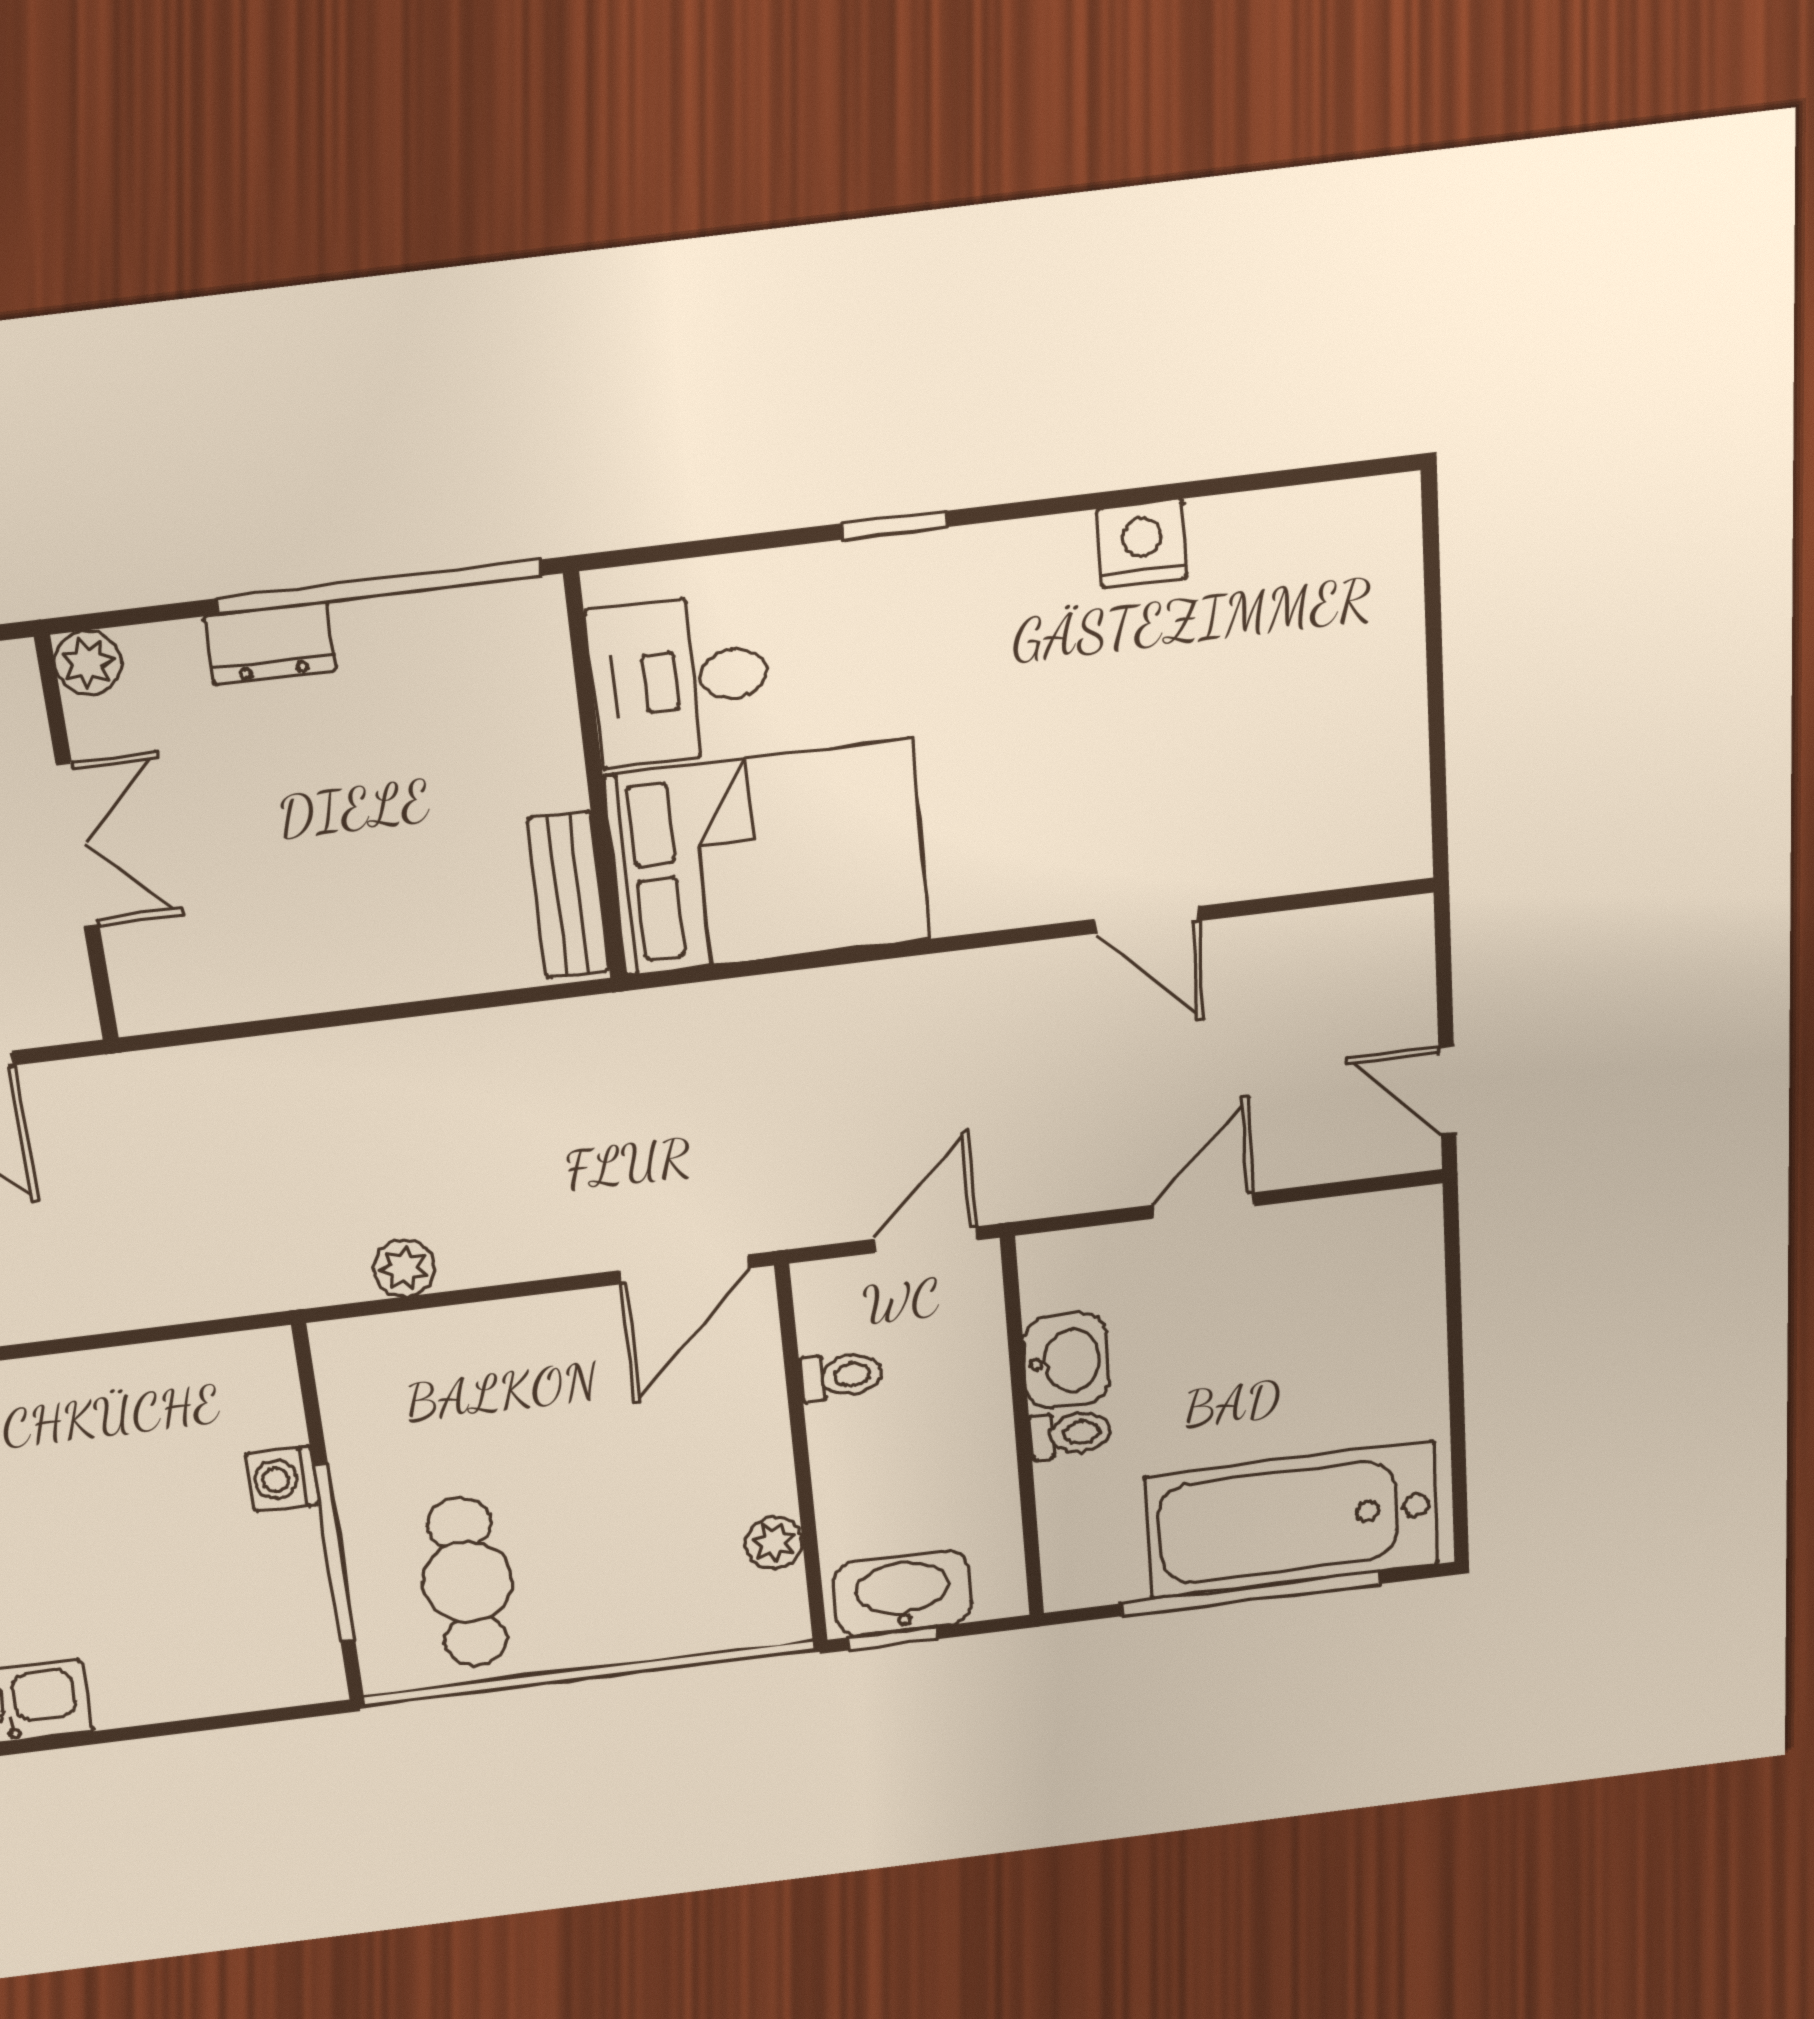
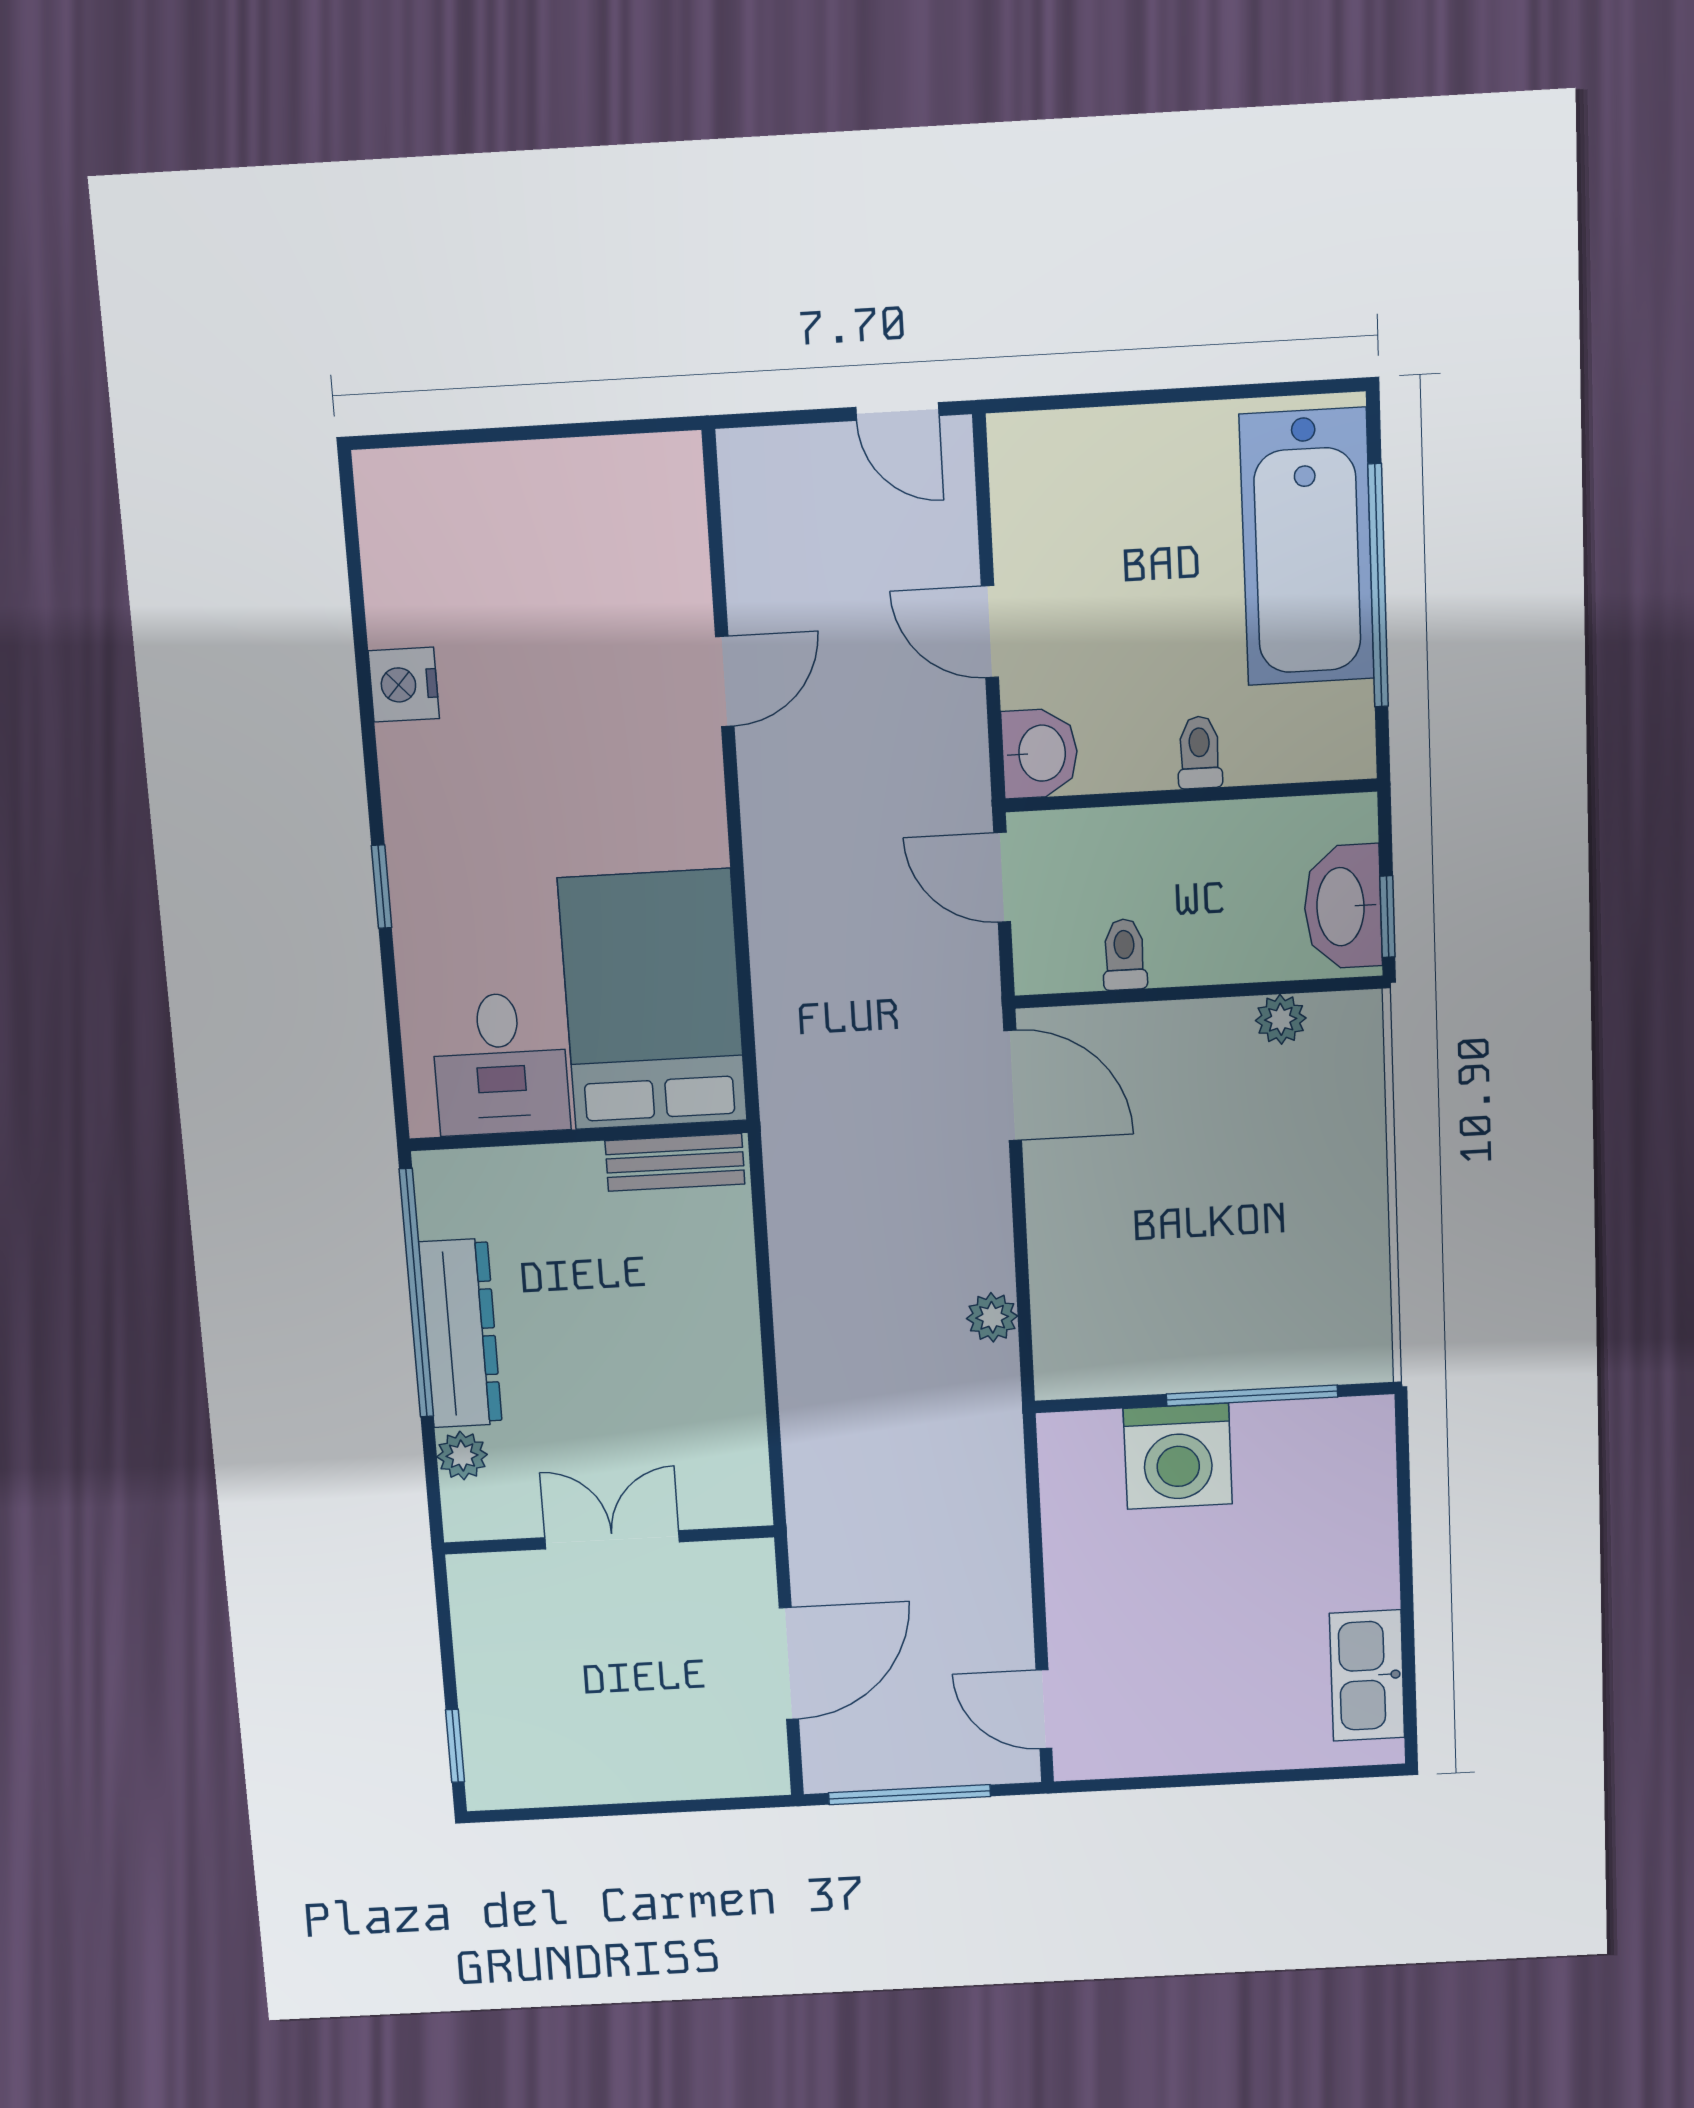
dresser: (270, 643) -> (460, 1333), width x1.96, depth x1.24
plant: (88, 663) -> (462, 1456), moved
door: (1447, 1090) -> (897, 411), hinge flipped
washbasin: (1066, 1361) -> (1040, 753), moved, turned 90
washing machine: (282, 1479) -> (1178, 1456), width x1.89, depth x1.89
cafe table: (468, 1582) -> (1291, 1286), removed

